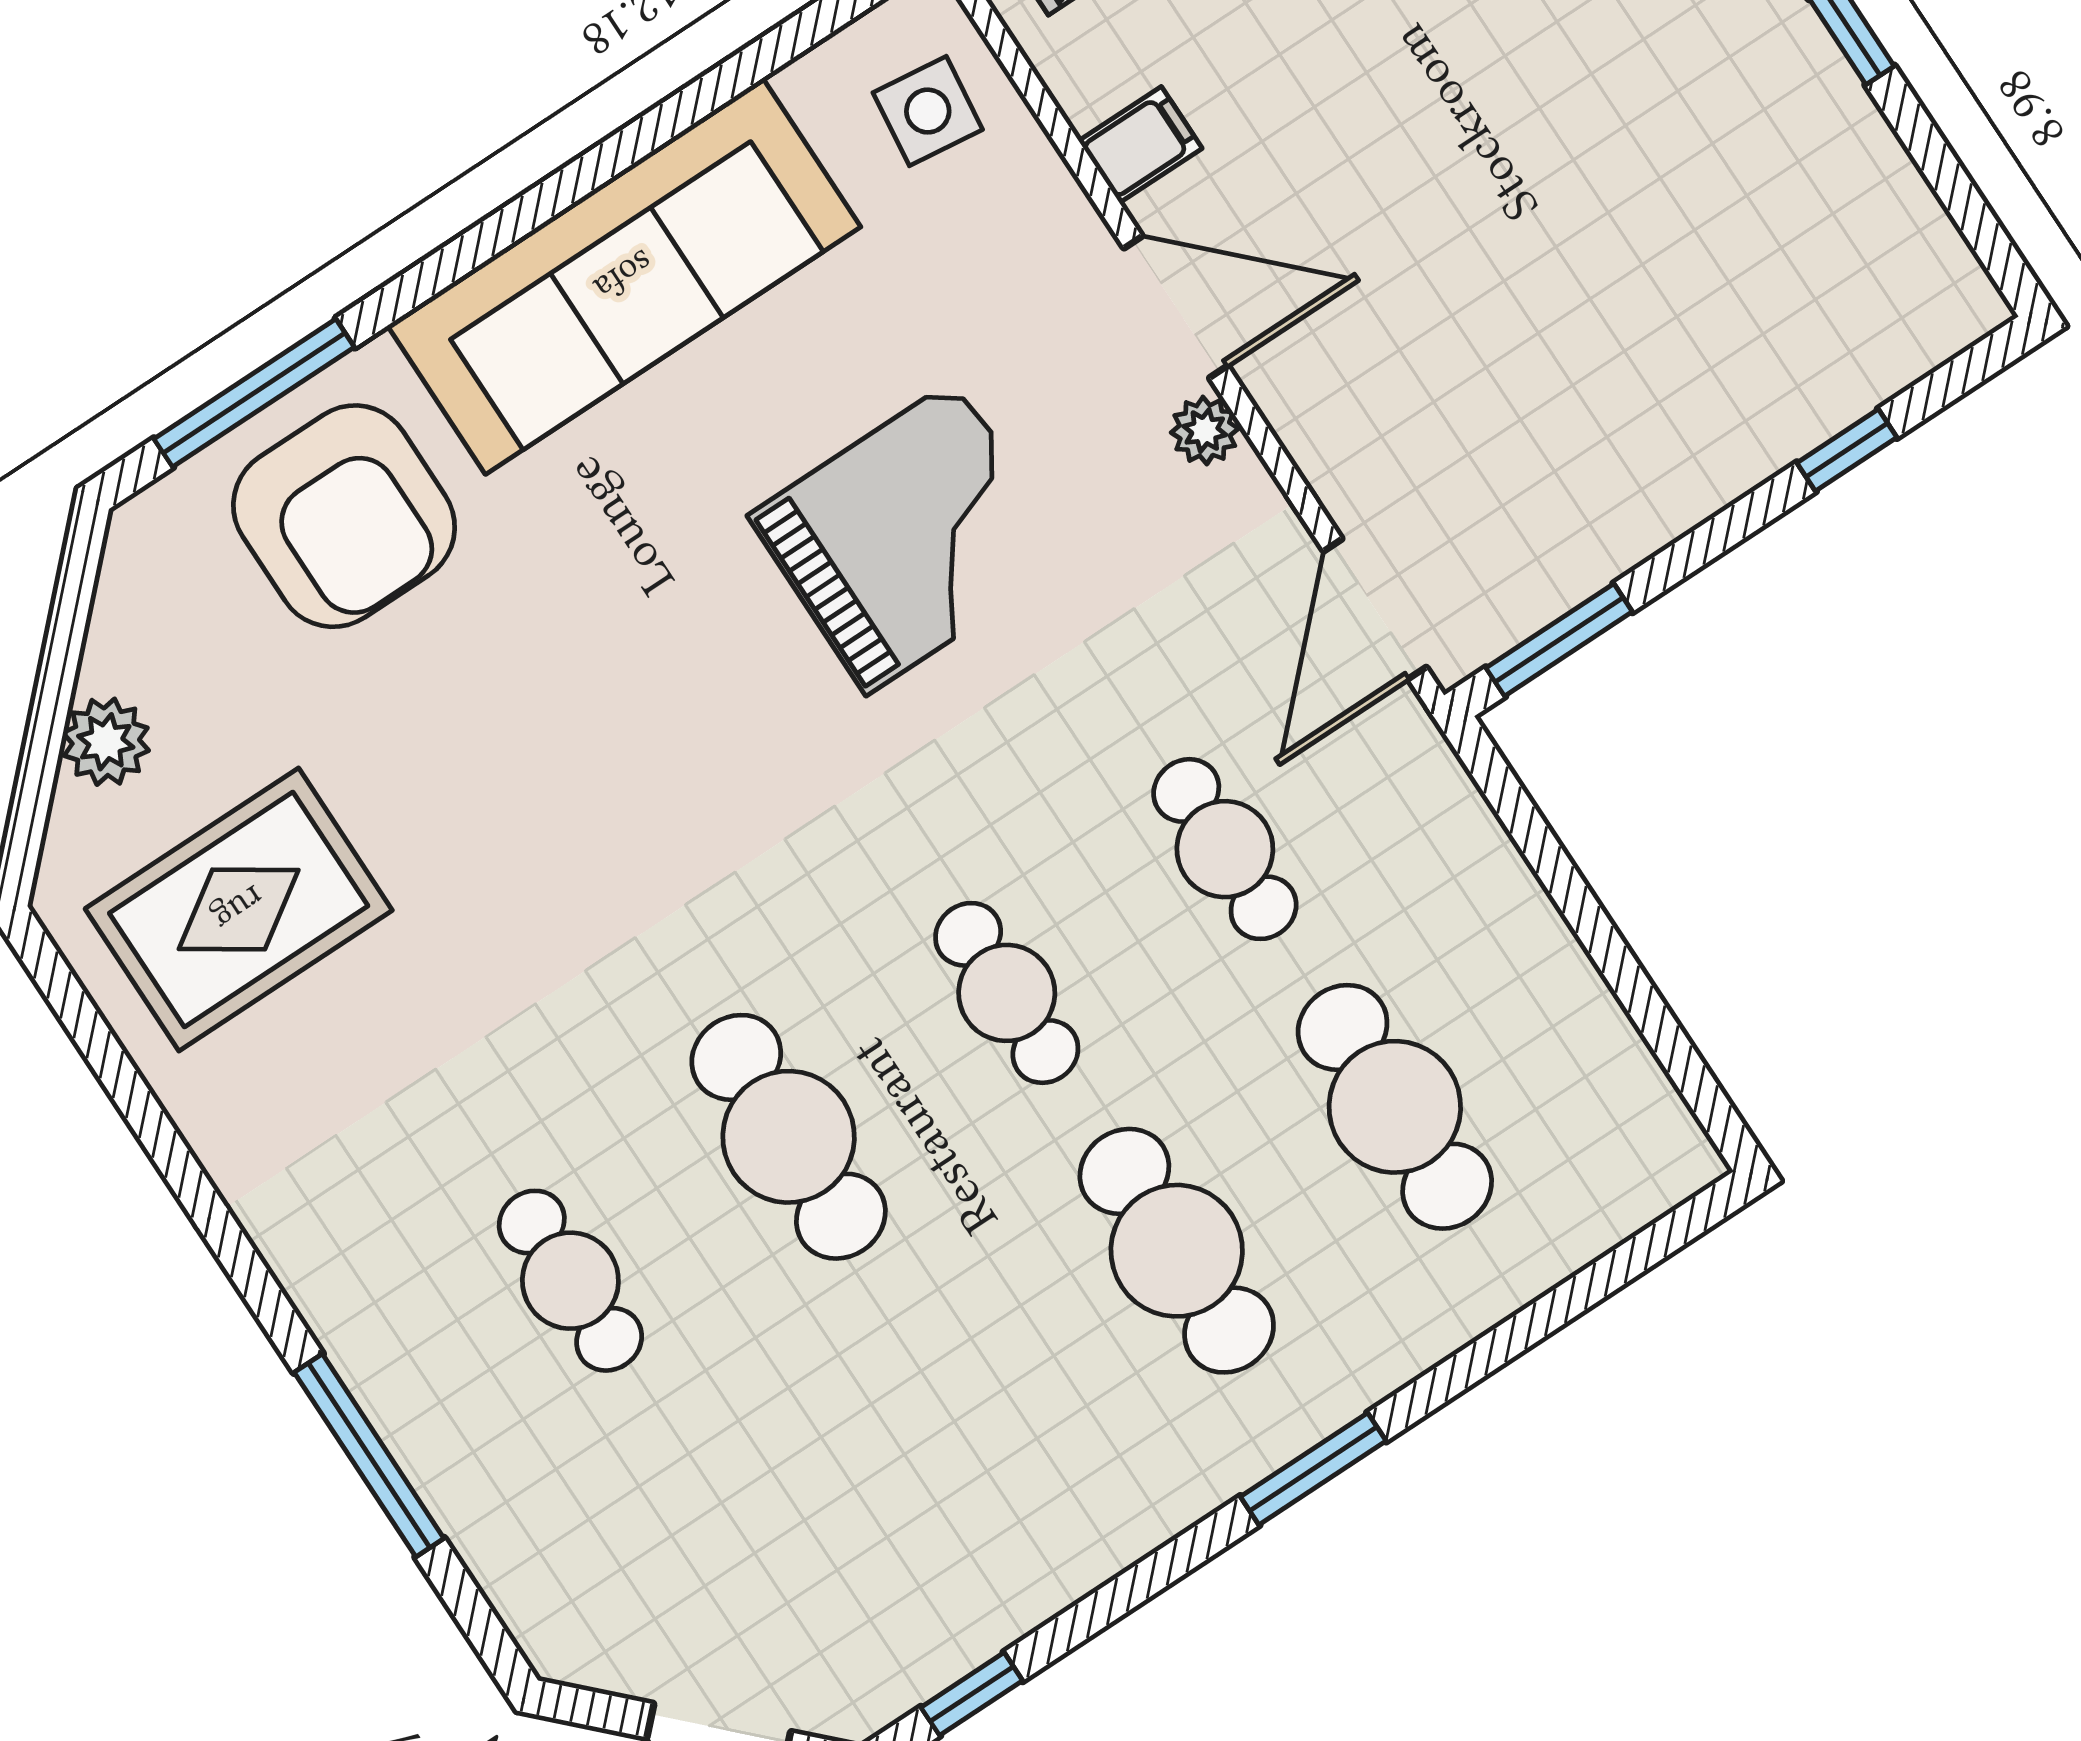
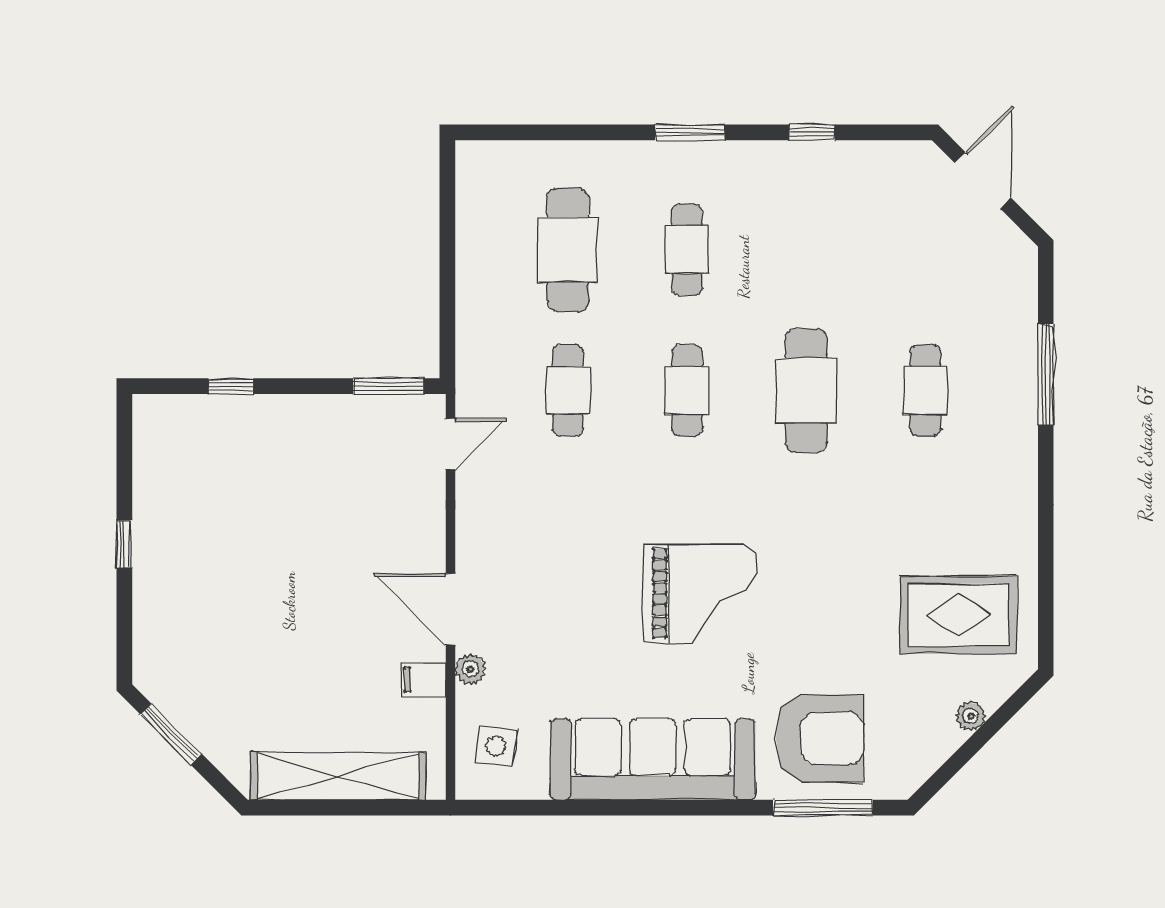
plant: (1205, 431) -> (470, 669), moved
armchair: (344, 516) -> (820, 738), turned 90
grand piano: (911, 537) -> (701, 593), moved, turned 180
door: (1375, 609) -> (450, 444), width x0.73
plant: (106, 742) -> (971, 716), width x0.73, depth x0.73
cafe table: (1177, 1251) -> (687, 250), width x0.73, depth x0.74
window: (972, 1694) -> (812, 132), moved

